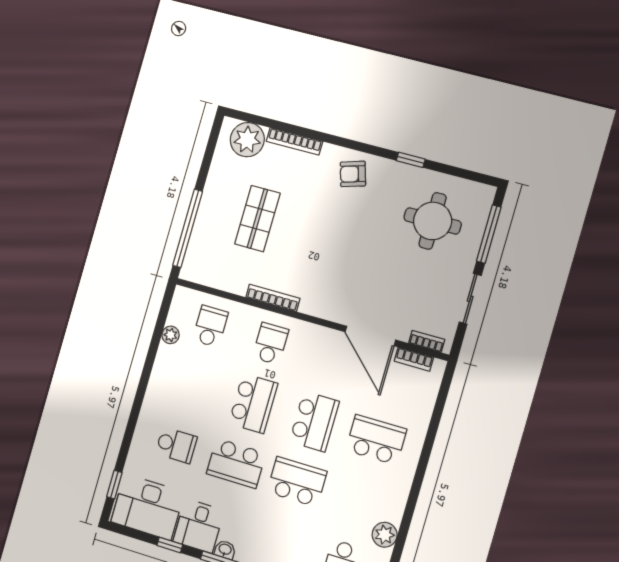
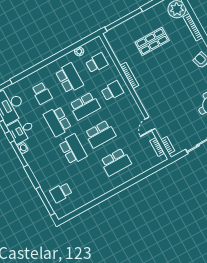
door: (370, 336) -> (150, 124), width x0.53
school desk: (193, 386) -> (69, 78), added
school desk: (376, 440) -> (116, 162), turned 90
plant: (385, 535) -> (86, 198), removed

